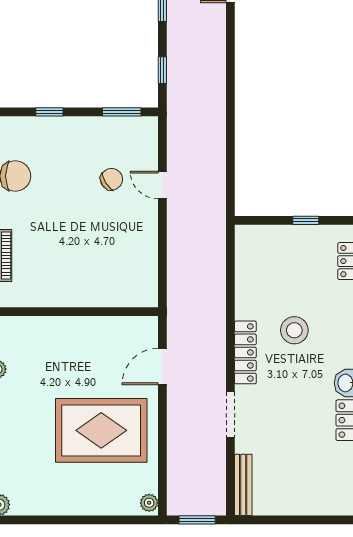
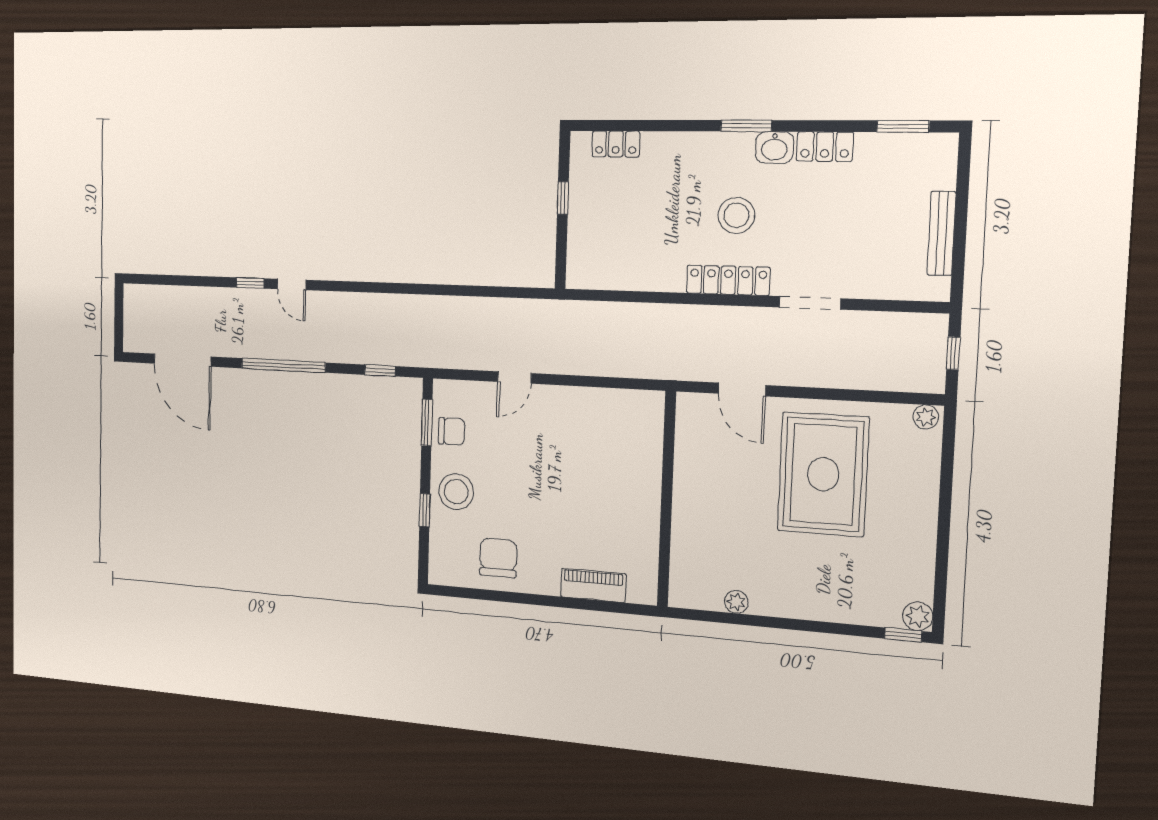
stool: (67, 139) -> (456, 492), added
chair: (111, 179) -> (451, 431), moved, turned 122
stool: (294, 330) -> (736, 215), moved
bench: (243, 485) -> (942, 233), moved, turned 90
window: (197, 520) -> (953, 353), width x0.67

